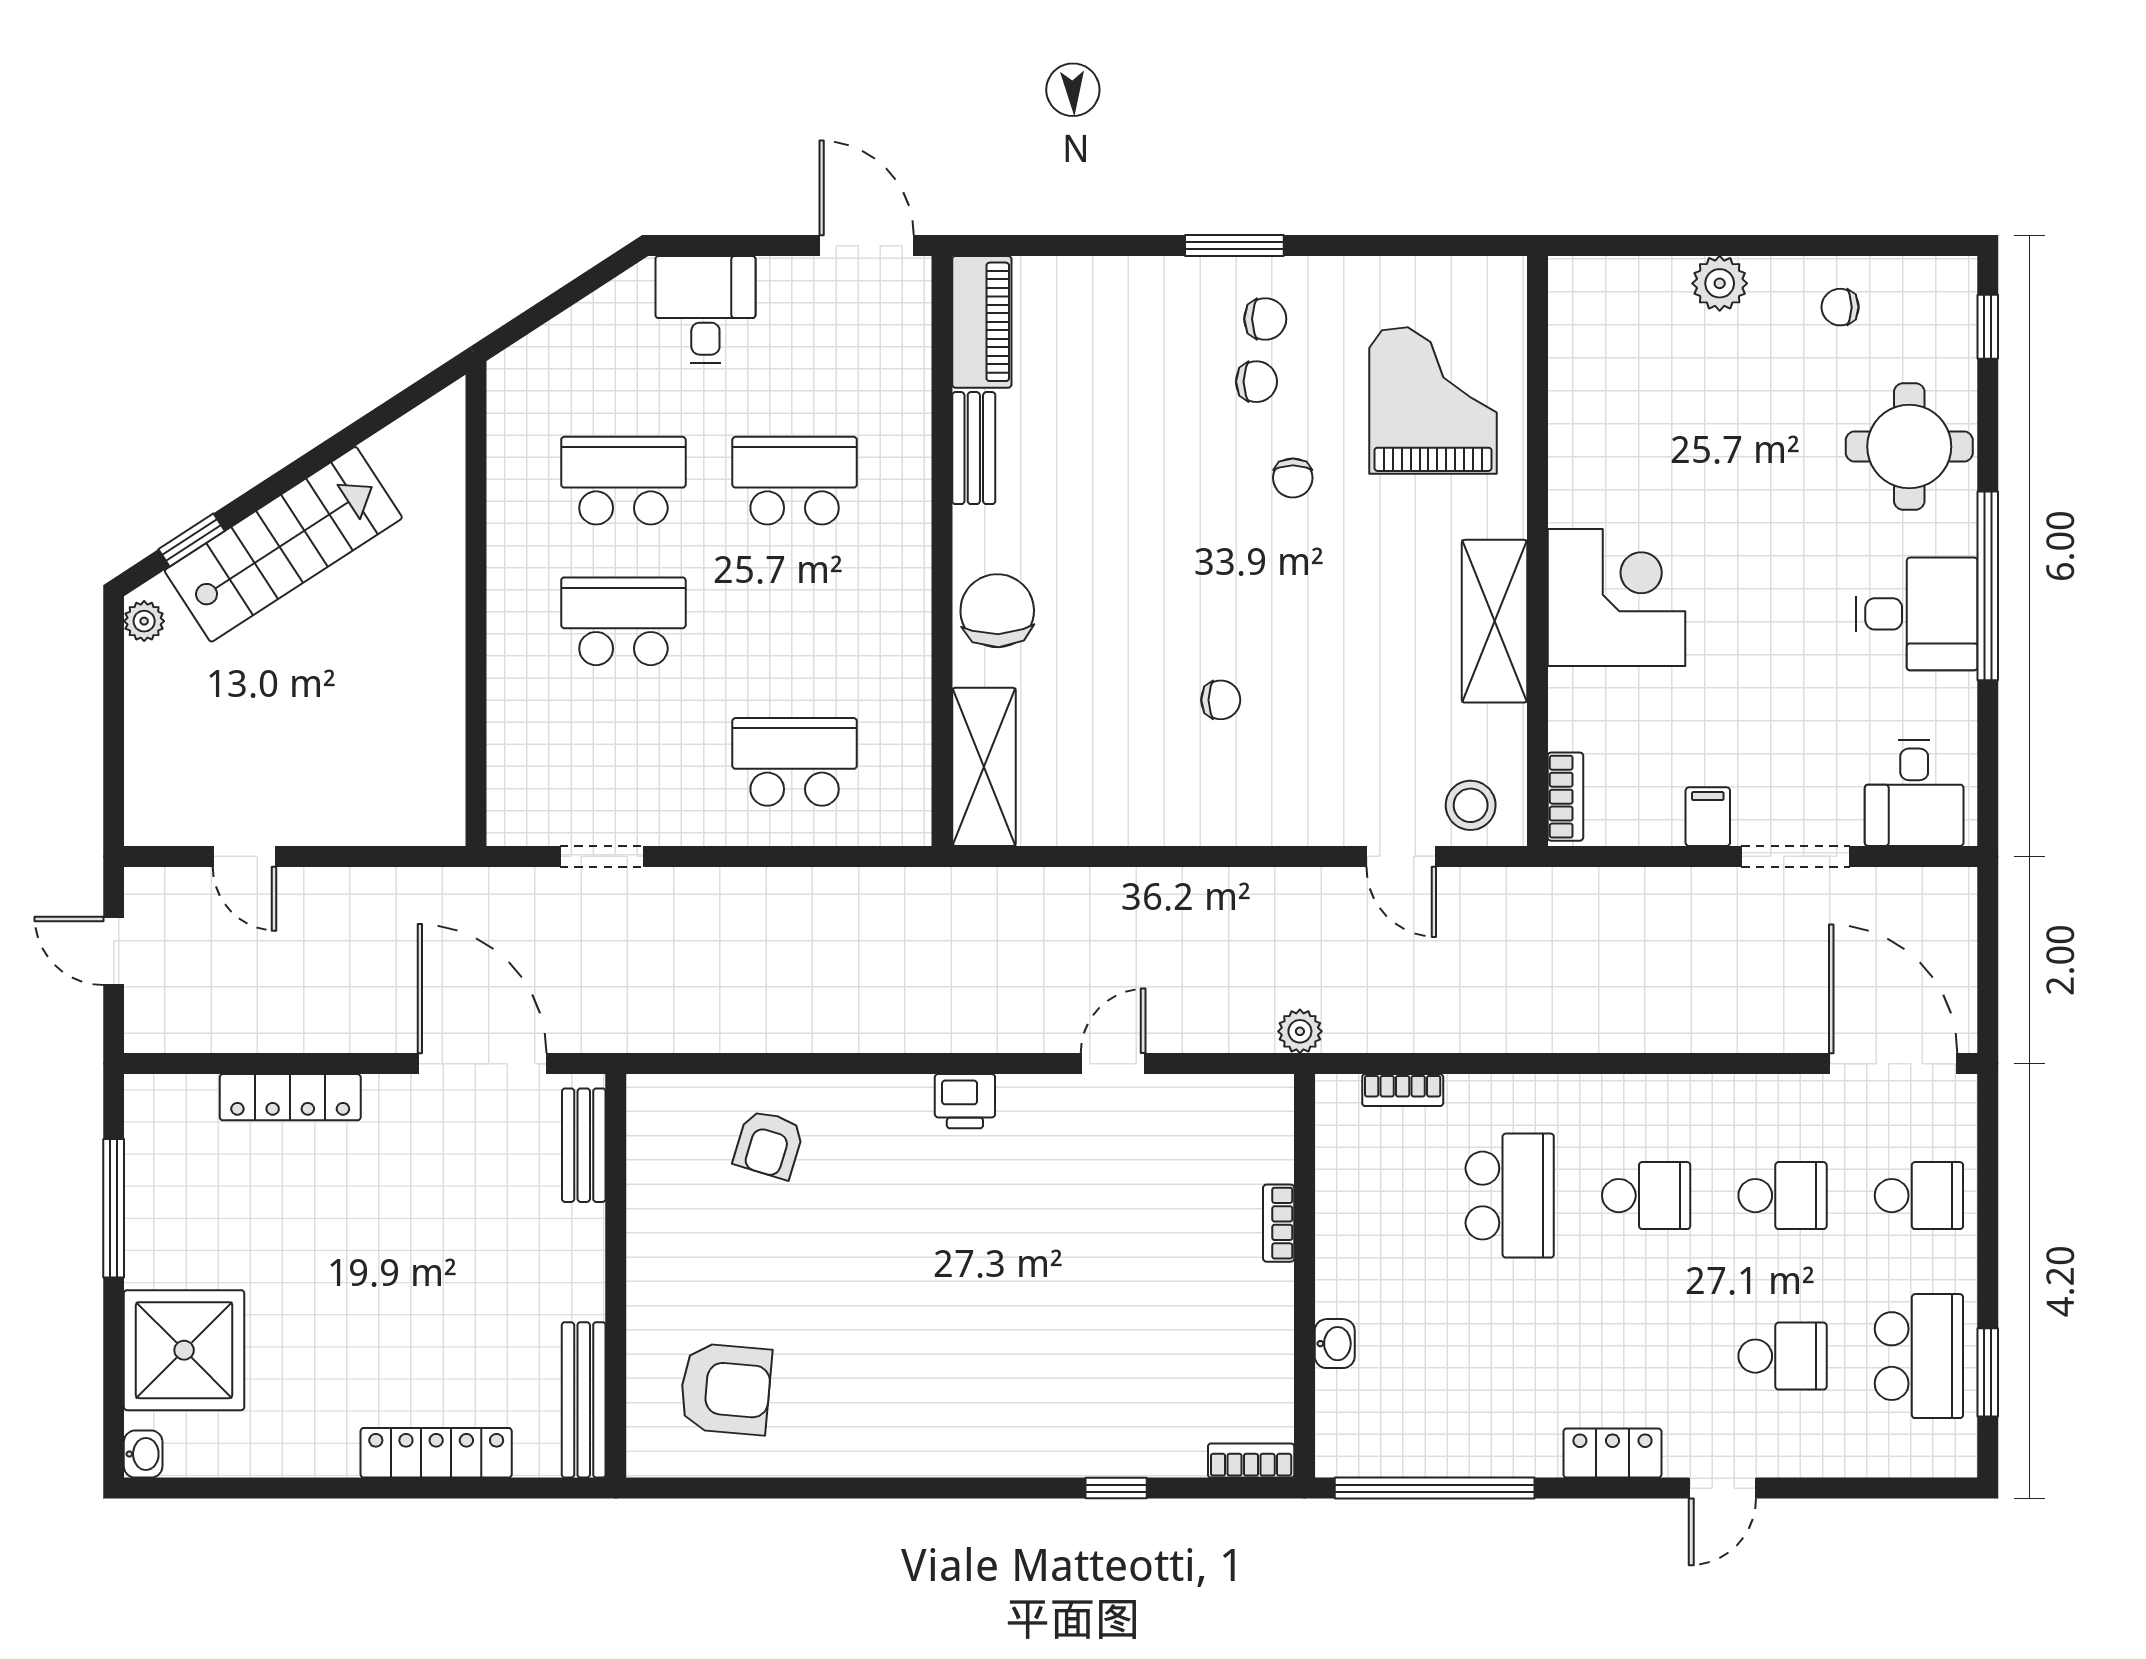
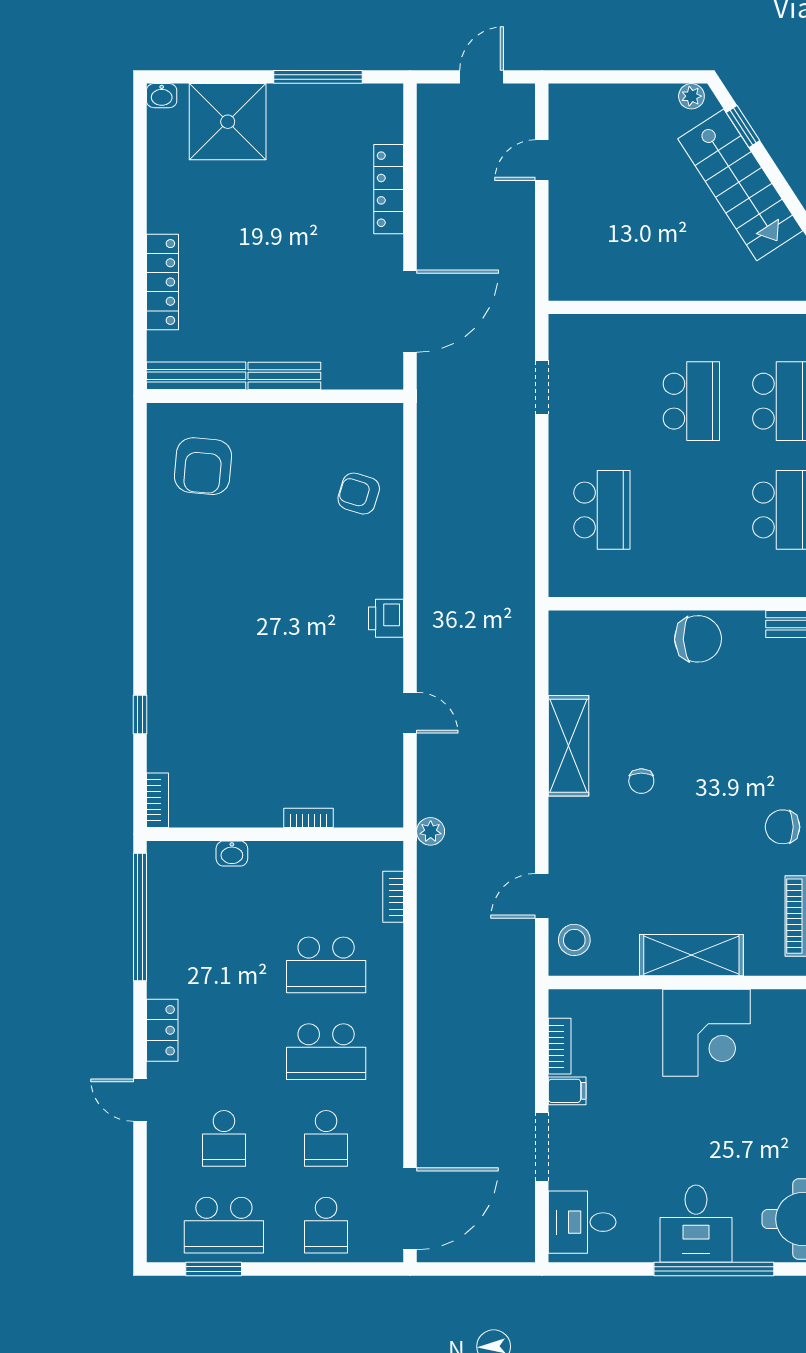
chair: (1293, 478) -> (783, 827), width x1.37, depth x1.37
shelving: (984, 767) -> (568, 746), moved, turned 90
bookcase: (1565, 797) -> (560, 1046), moved, turned -90
bench: (584, 1145) -> (284, 376), moved
school desk: (1646, 1196) -> (326, 1052), width x1.85

